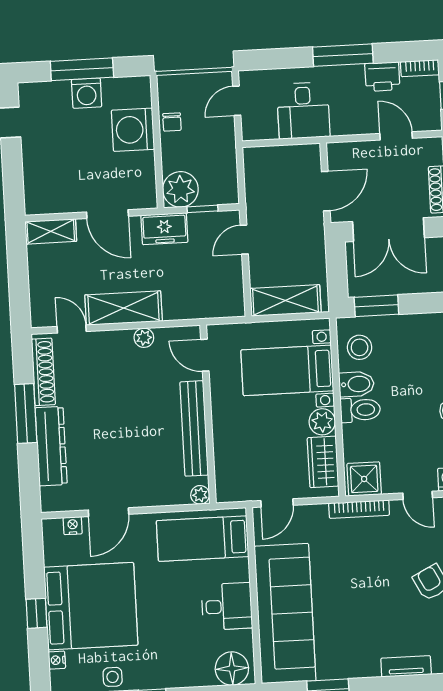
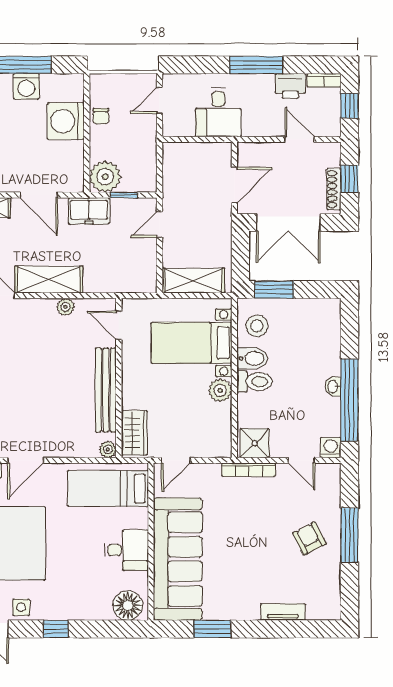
wardrobe: (323, 462) -> (134, 433), moved, turned 180

